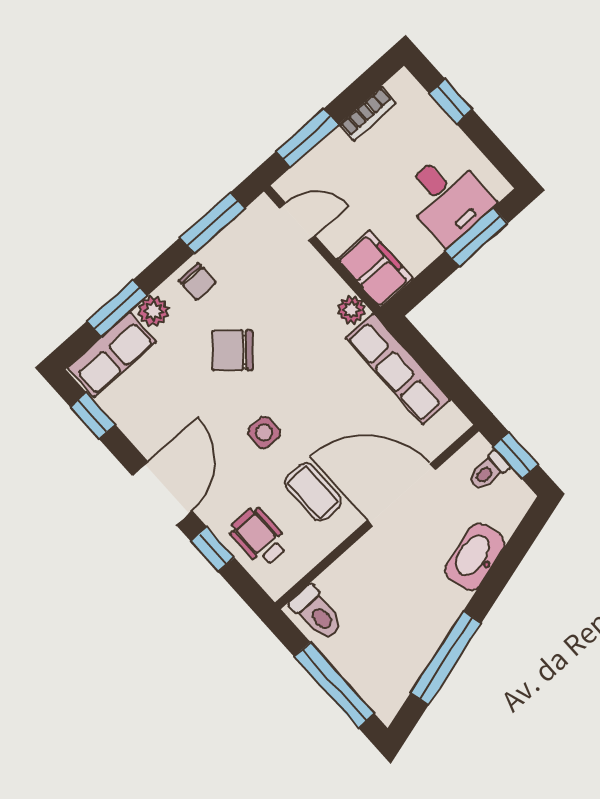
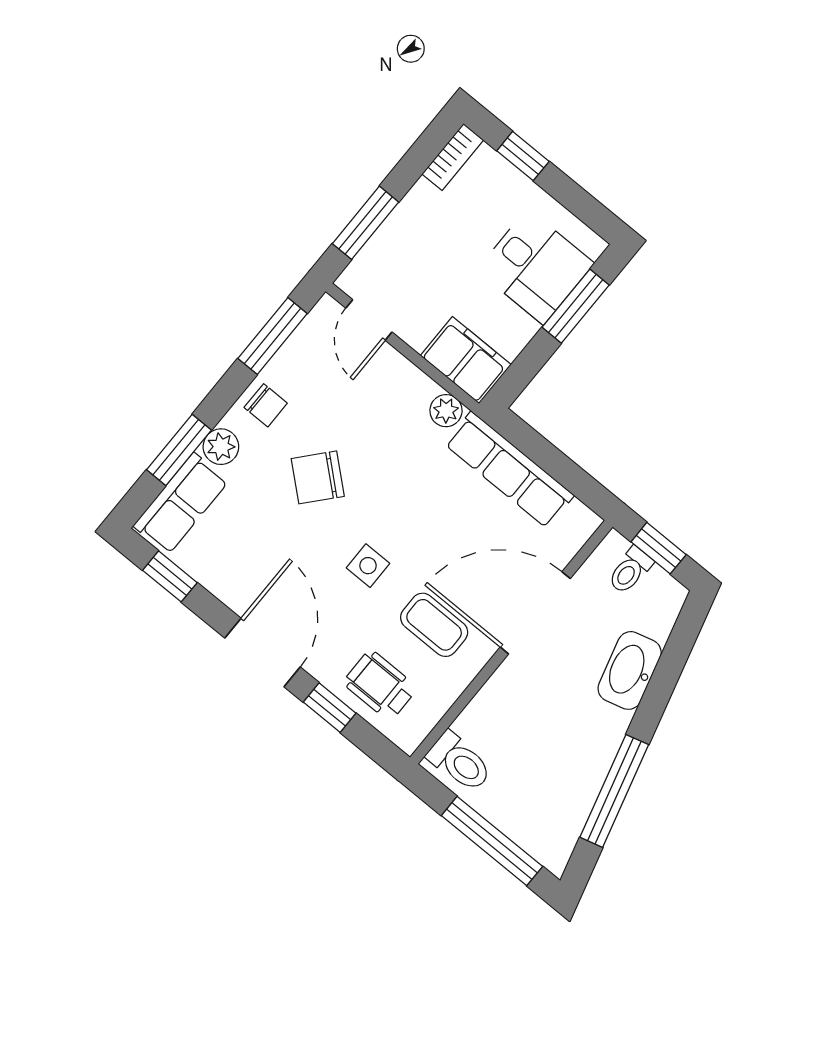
bookcase: (368, 114) -> (453, 157), moved
door: (297, 222) -> (369, 320), swing flipped

